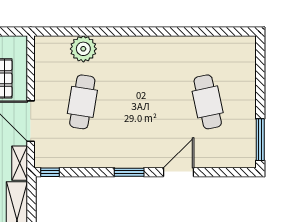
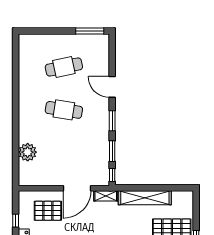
cafe table: (82, 102) -> (64, 110), moved
window: (85, 172) -> (112, 151), added

